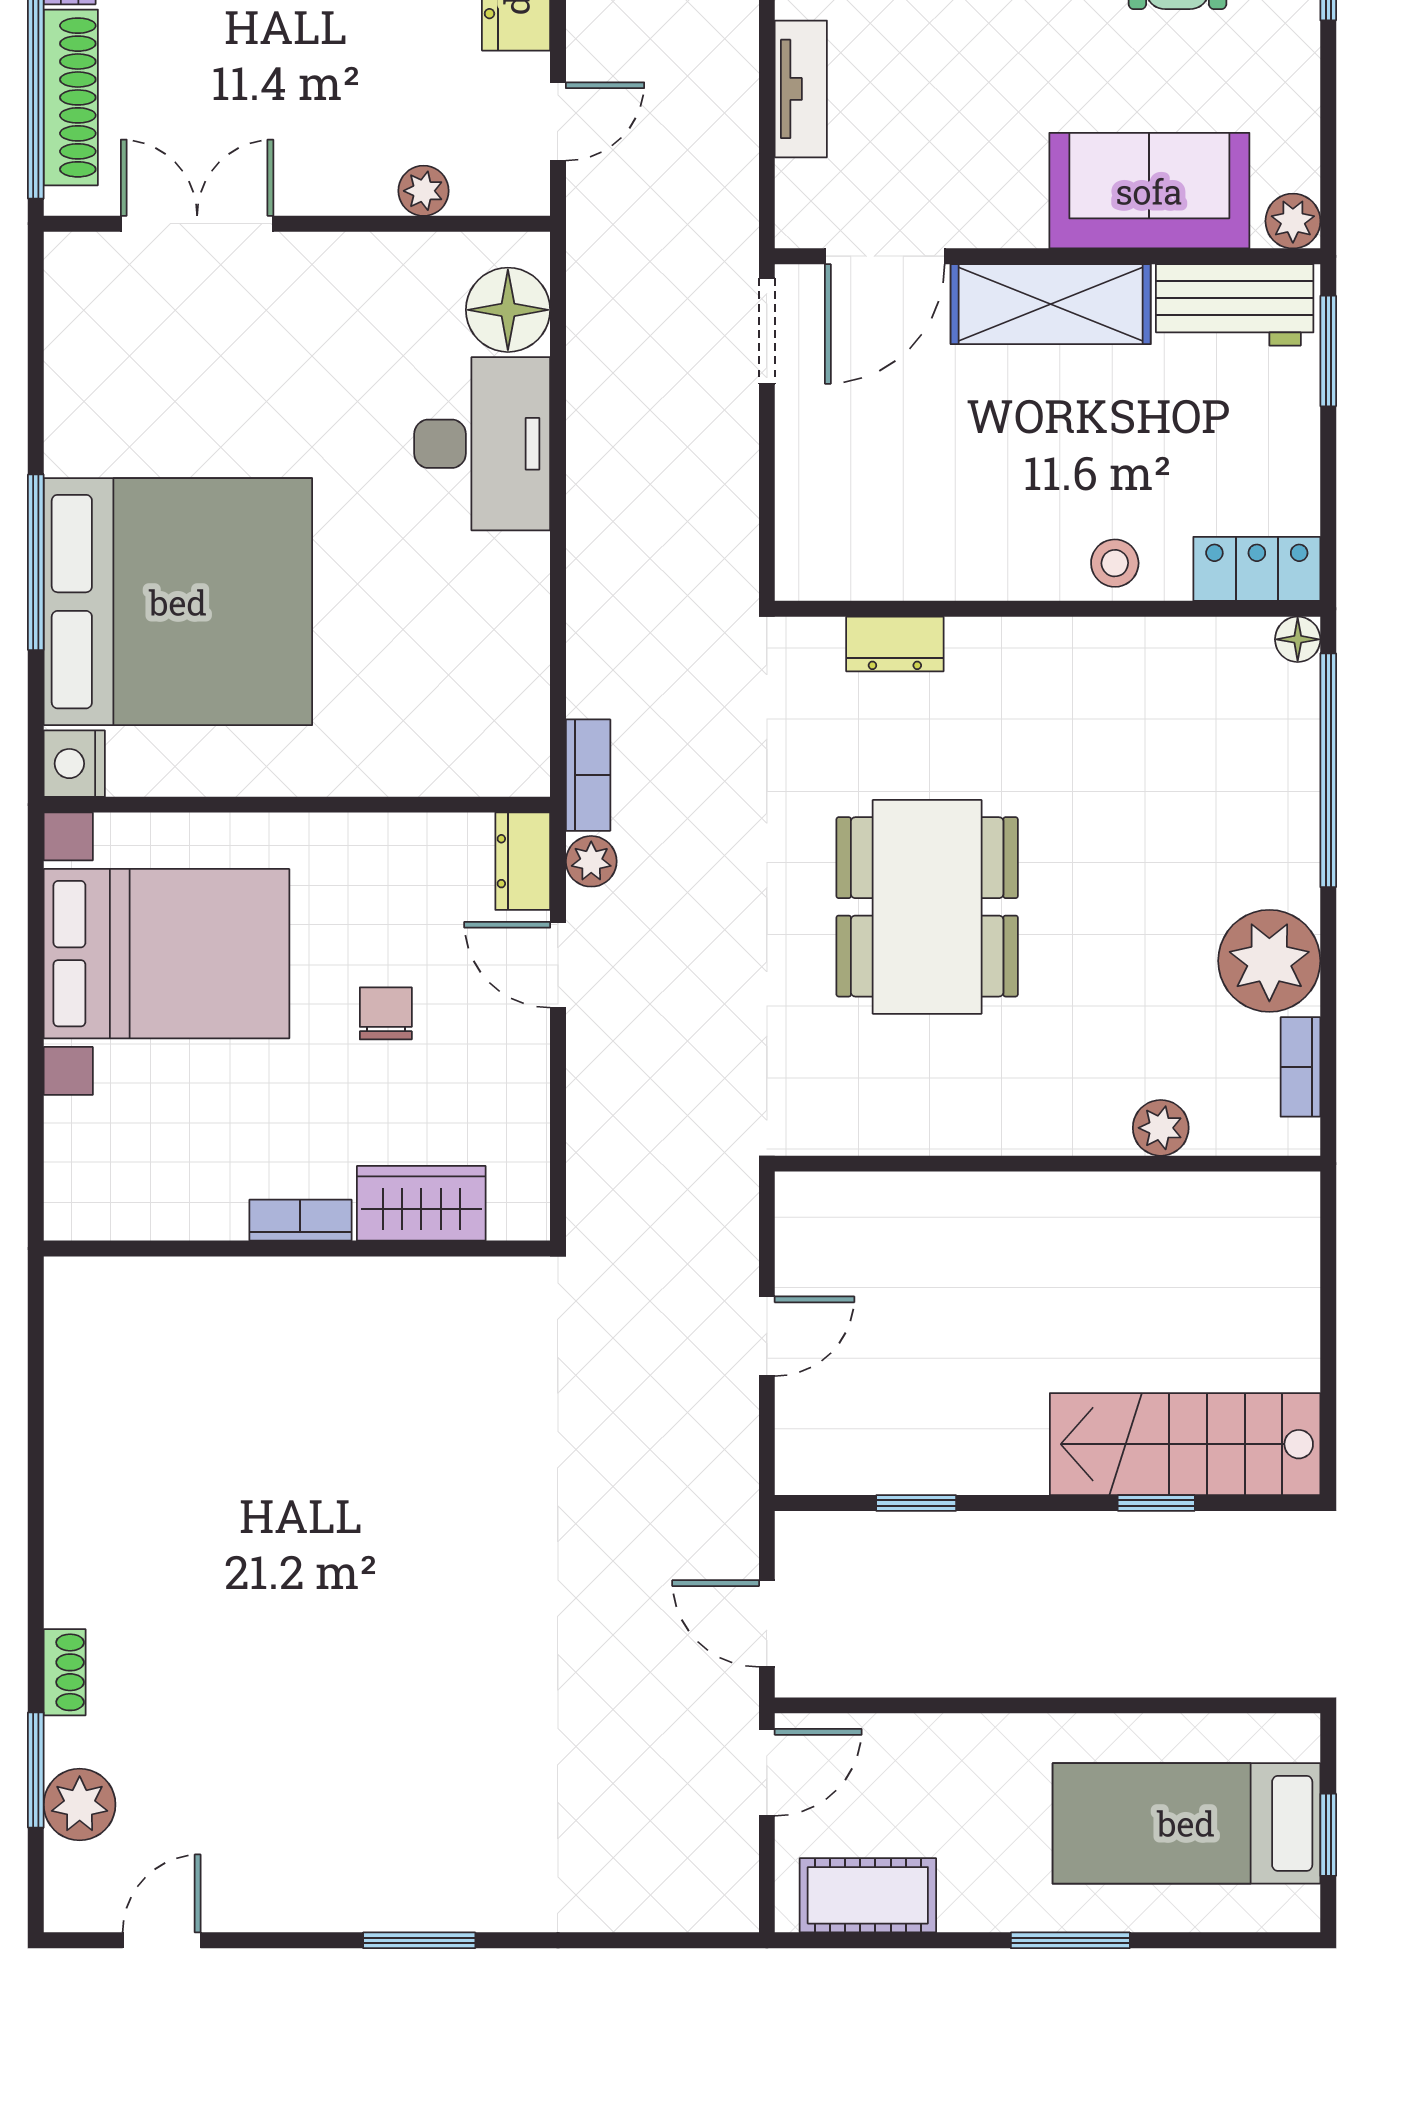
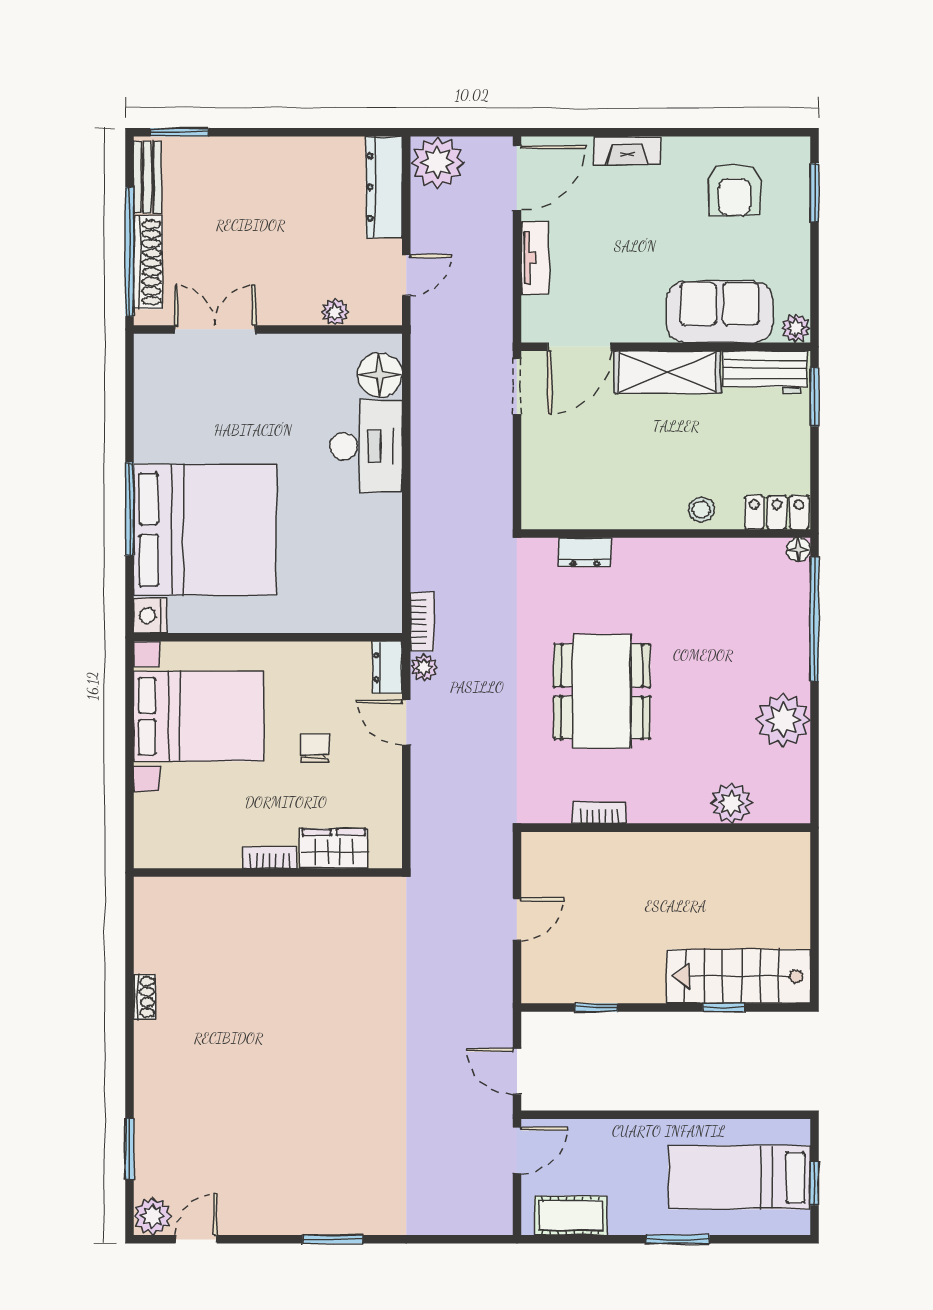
bookcase: (1300, 1067) -> (599, 813), moved, turned 90
plant: (1161, 1128) -> (731, 803), width x1.38, depth x1.38
shoe rack: (65, 1672) -> (145, 997), moved
plant: (80, 1805) -> (153, 1216), moved

